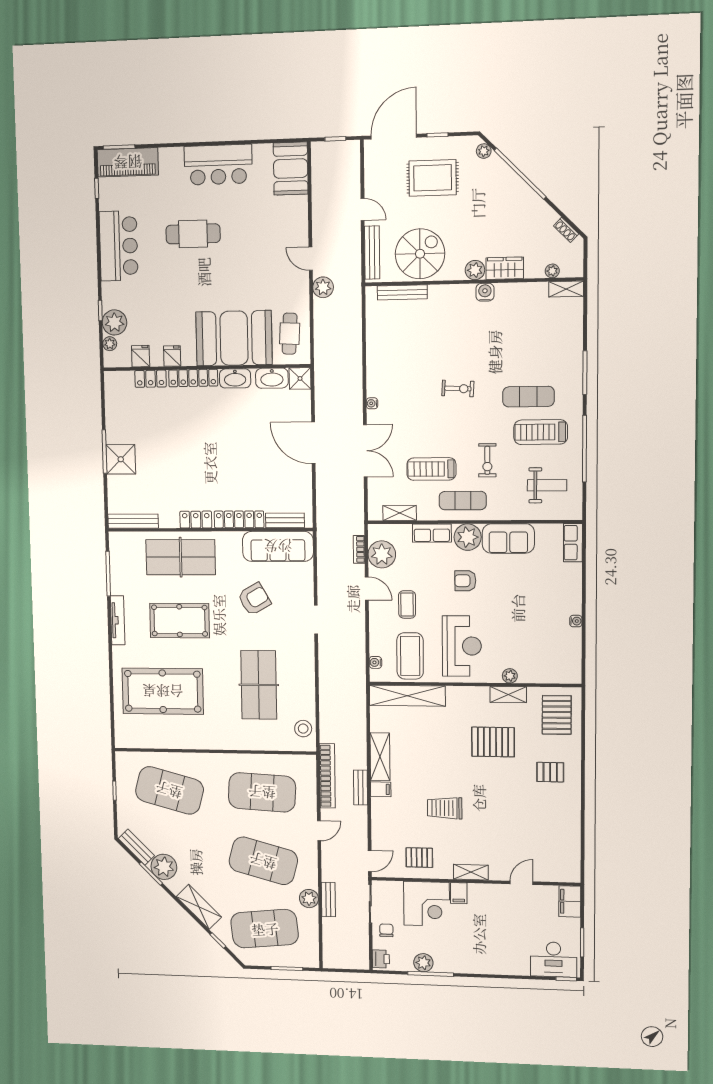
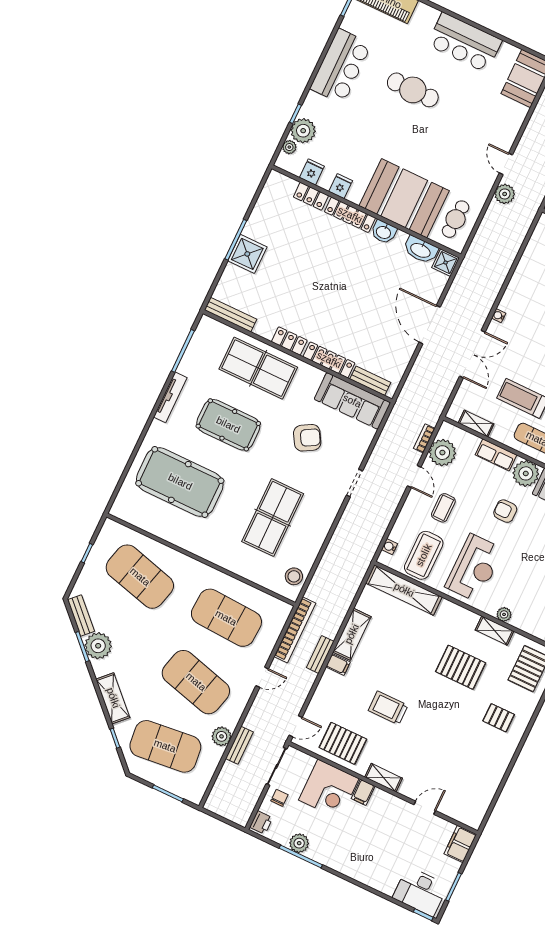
washbasin: (235, 378) -> (384, 232), width x0.72
pallet: (419, 858) -> (343, 743), width x1.50, depth x1.42

